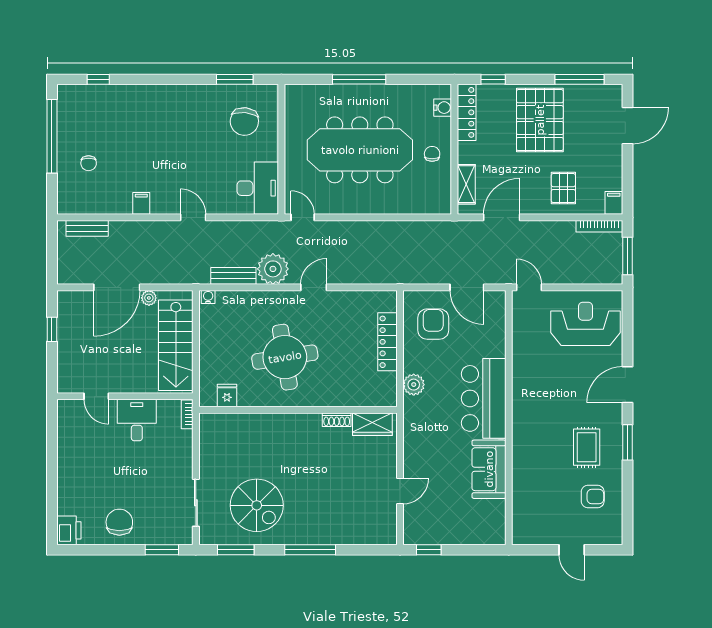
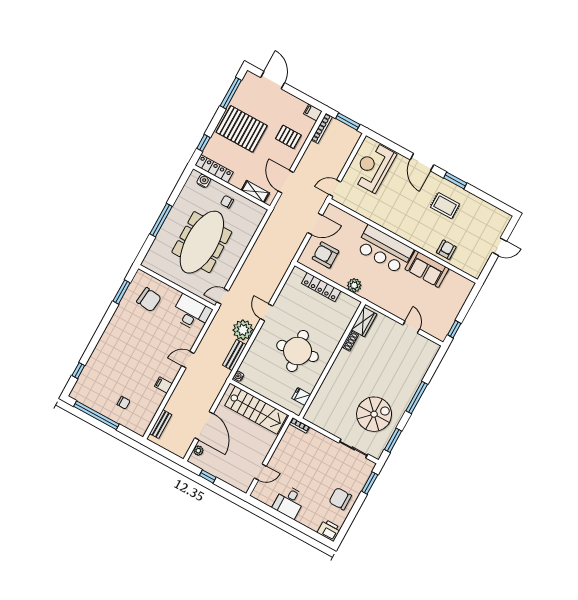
plant: (149, 298) -> (198, 451), moved
desk: (137, 420) -> (289, 502), moved, turned -90
armchair: (593, 497) -> (446, 250), moved

